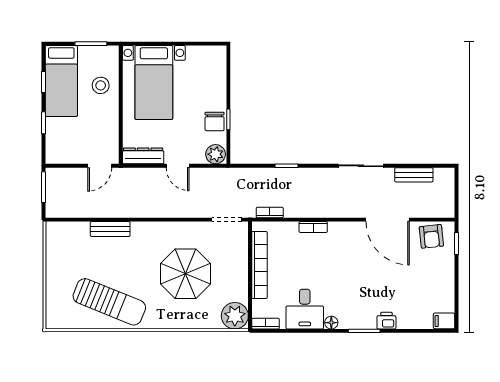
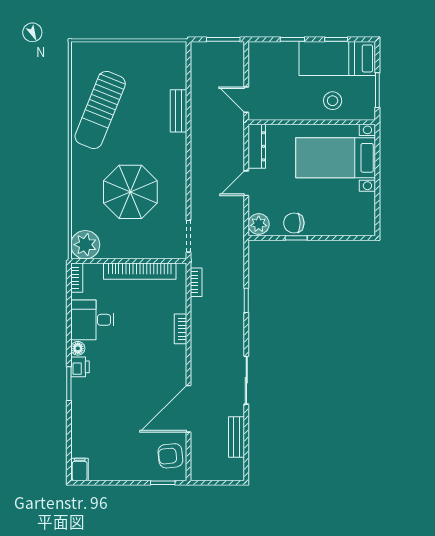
printer: (386, 321) -> (80, 367), moved

